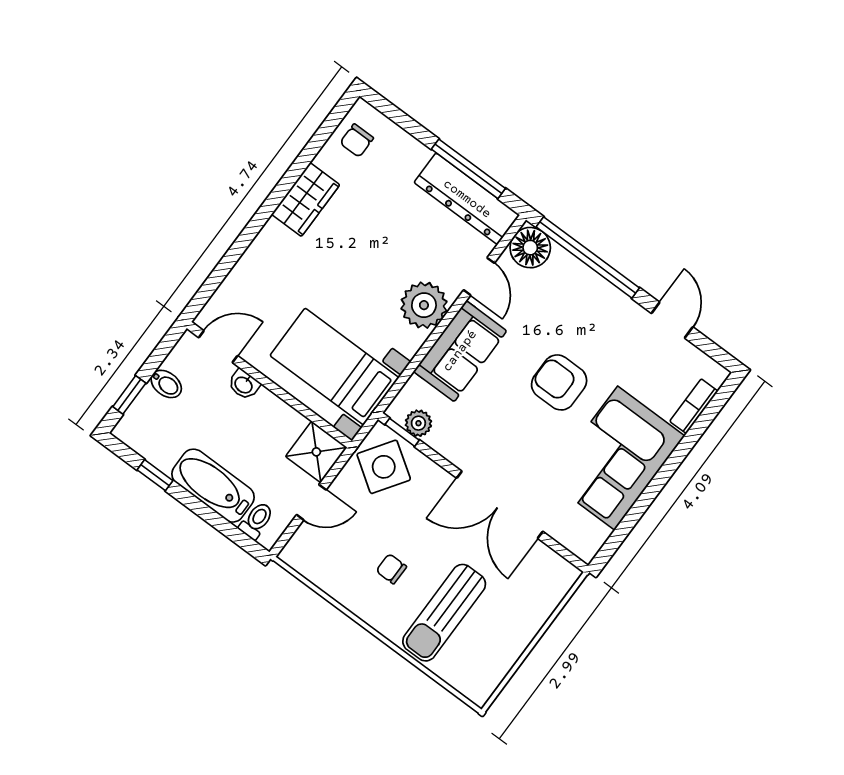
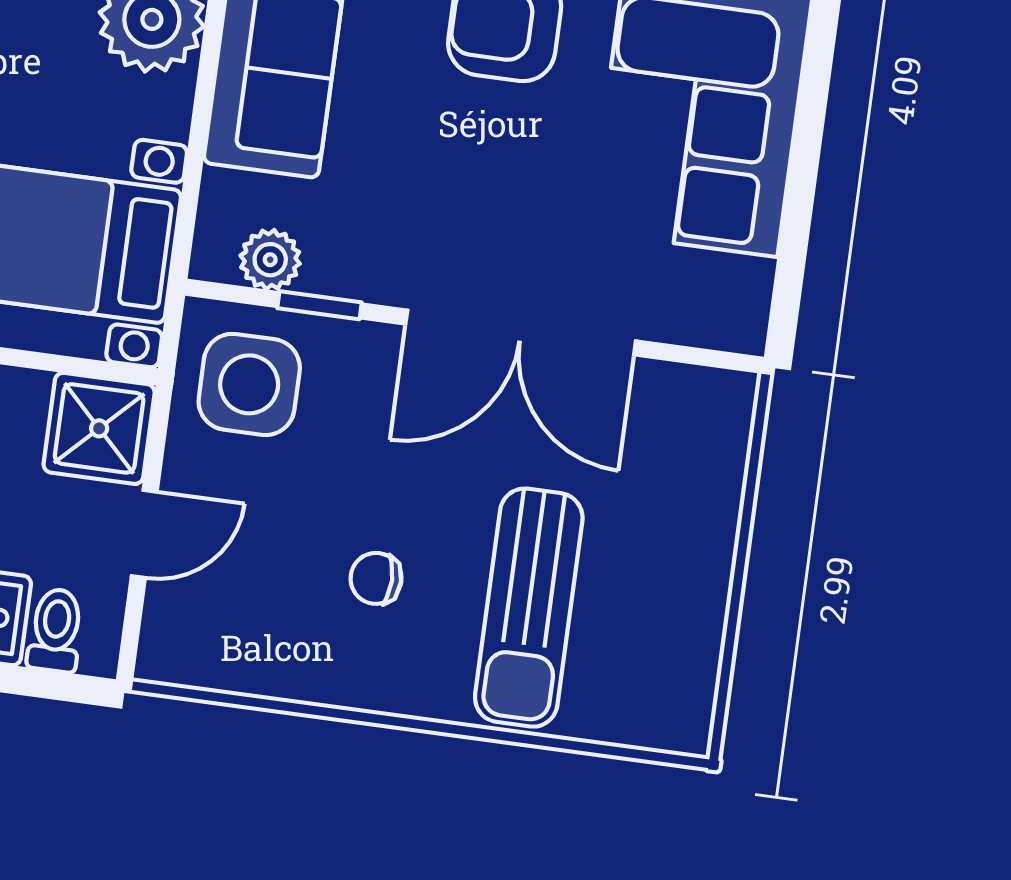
window: (402, 432) -> (320, 305), moved
side table: (384, 467) -> (249, 384), turned -34

